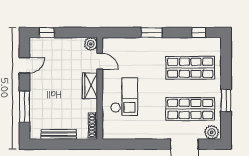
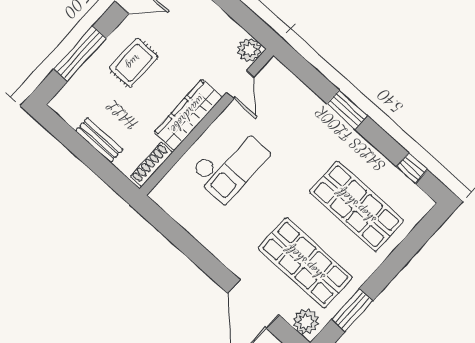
wardrobe: (90, 86) -> (188, 115), width x1.50
rug: (49, 91) -> (134, 63), added
window: (226, 100) -> (352, 310), moved
bench: (59, 134) -> (99, 140), width x0.73

